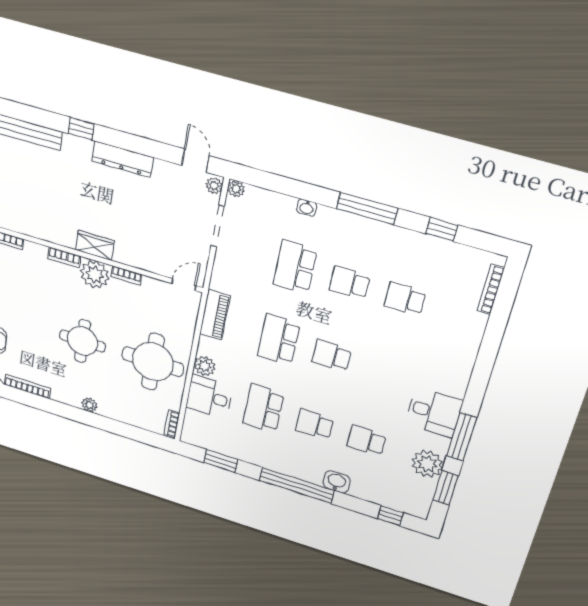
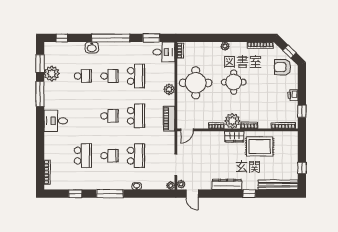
rug: (49, 213) -> (260, 146), added
school desk: (405, 299) -> (83, 156), width x1.85
desk: (209, 397) -> (164, 52), moved
desk: (434, 412) -> (56, 121), moved

